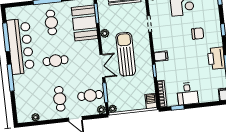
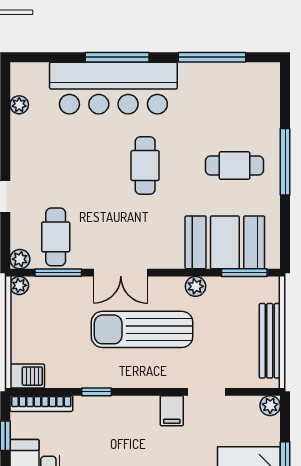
bar counter: (20, 46) -> (113, 88), moved
sun lounger: (126, 54) -> (142, 329), turned 180
filing cabinet: (161, 56) -> (172, 411), moved
cafe table: (60, 99) -> (56, 166), removed

